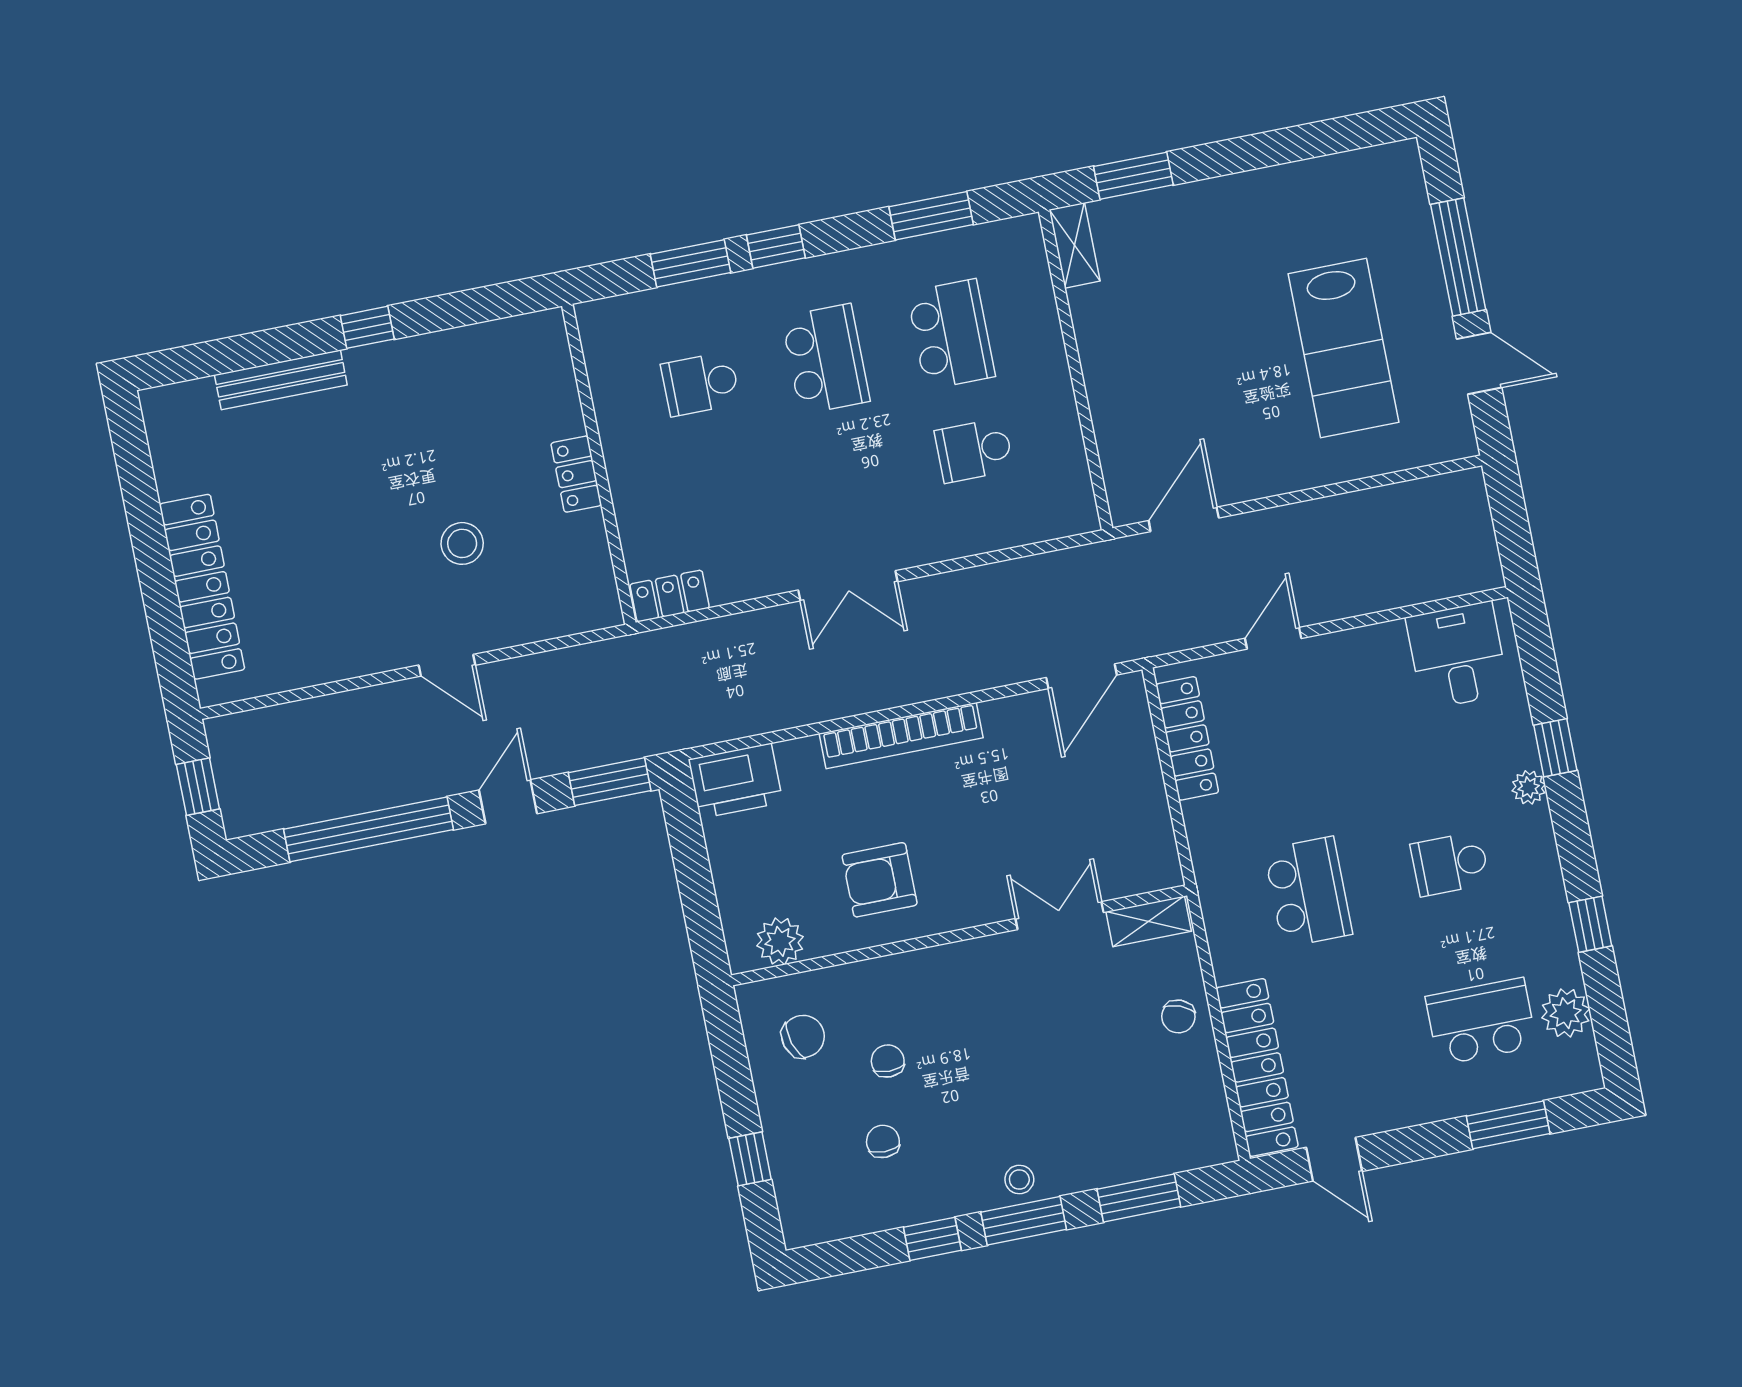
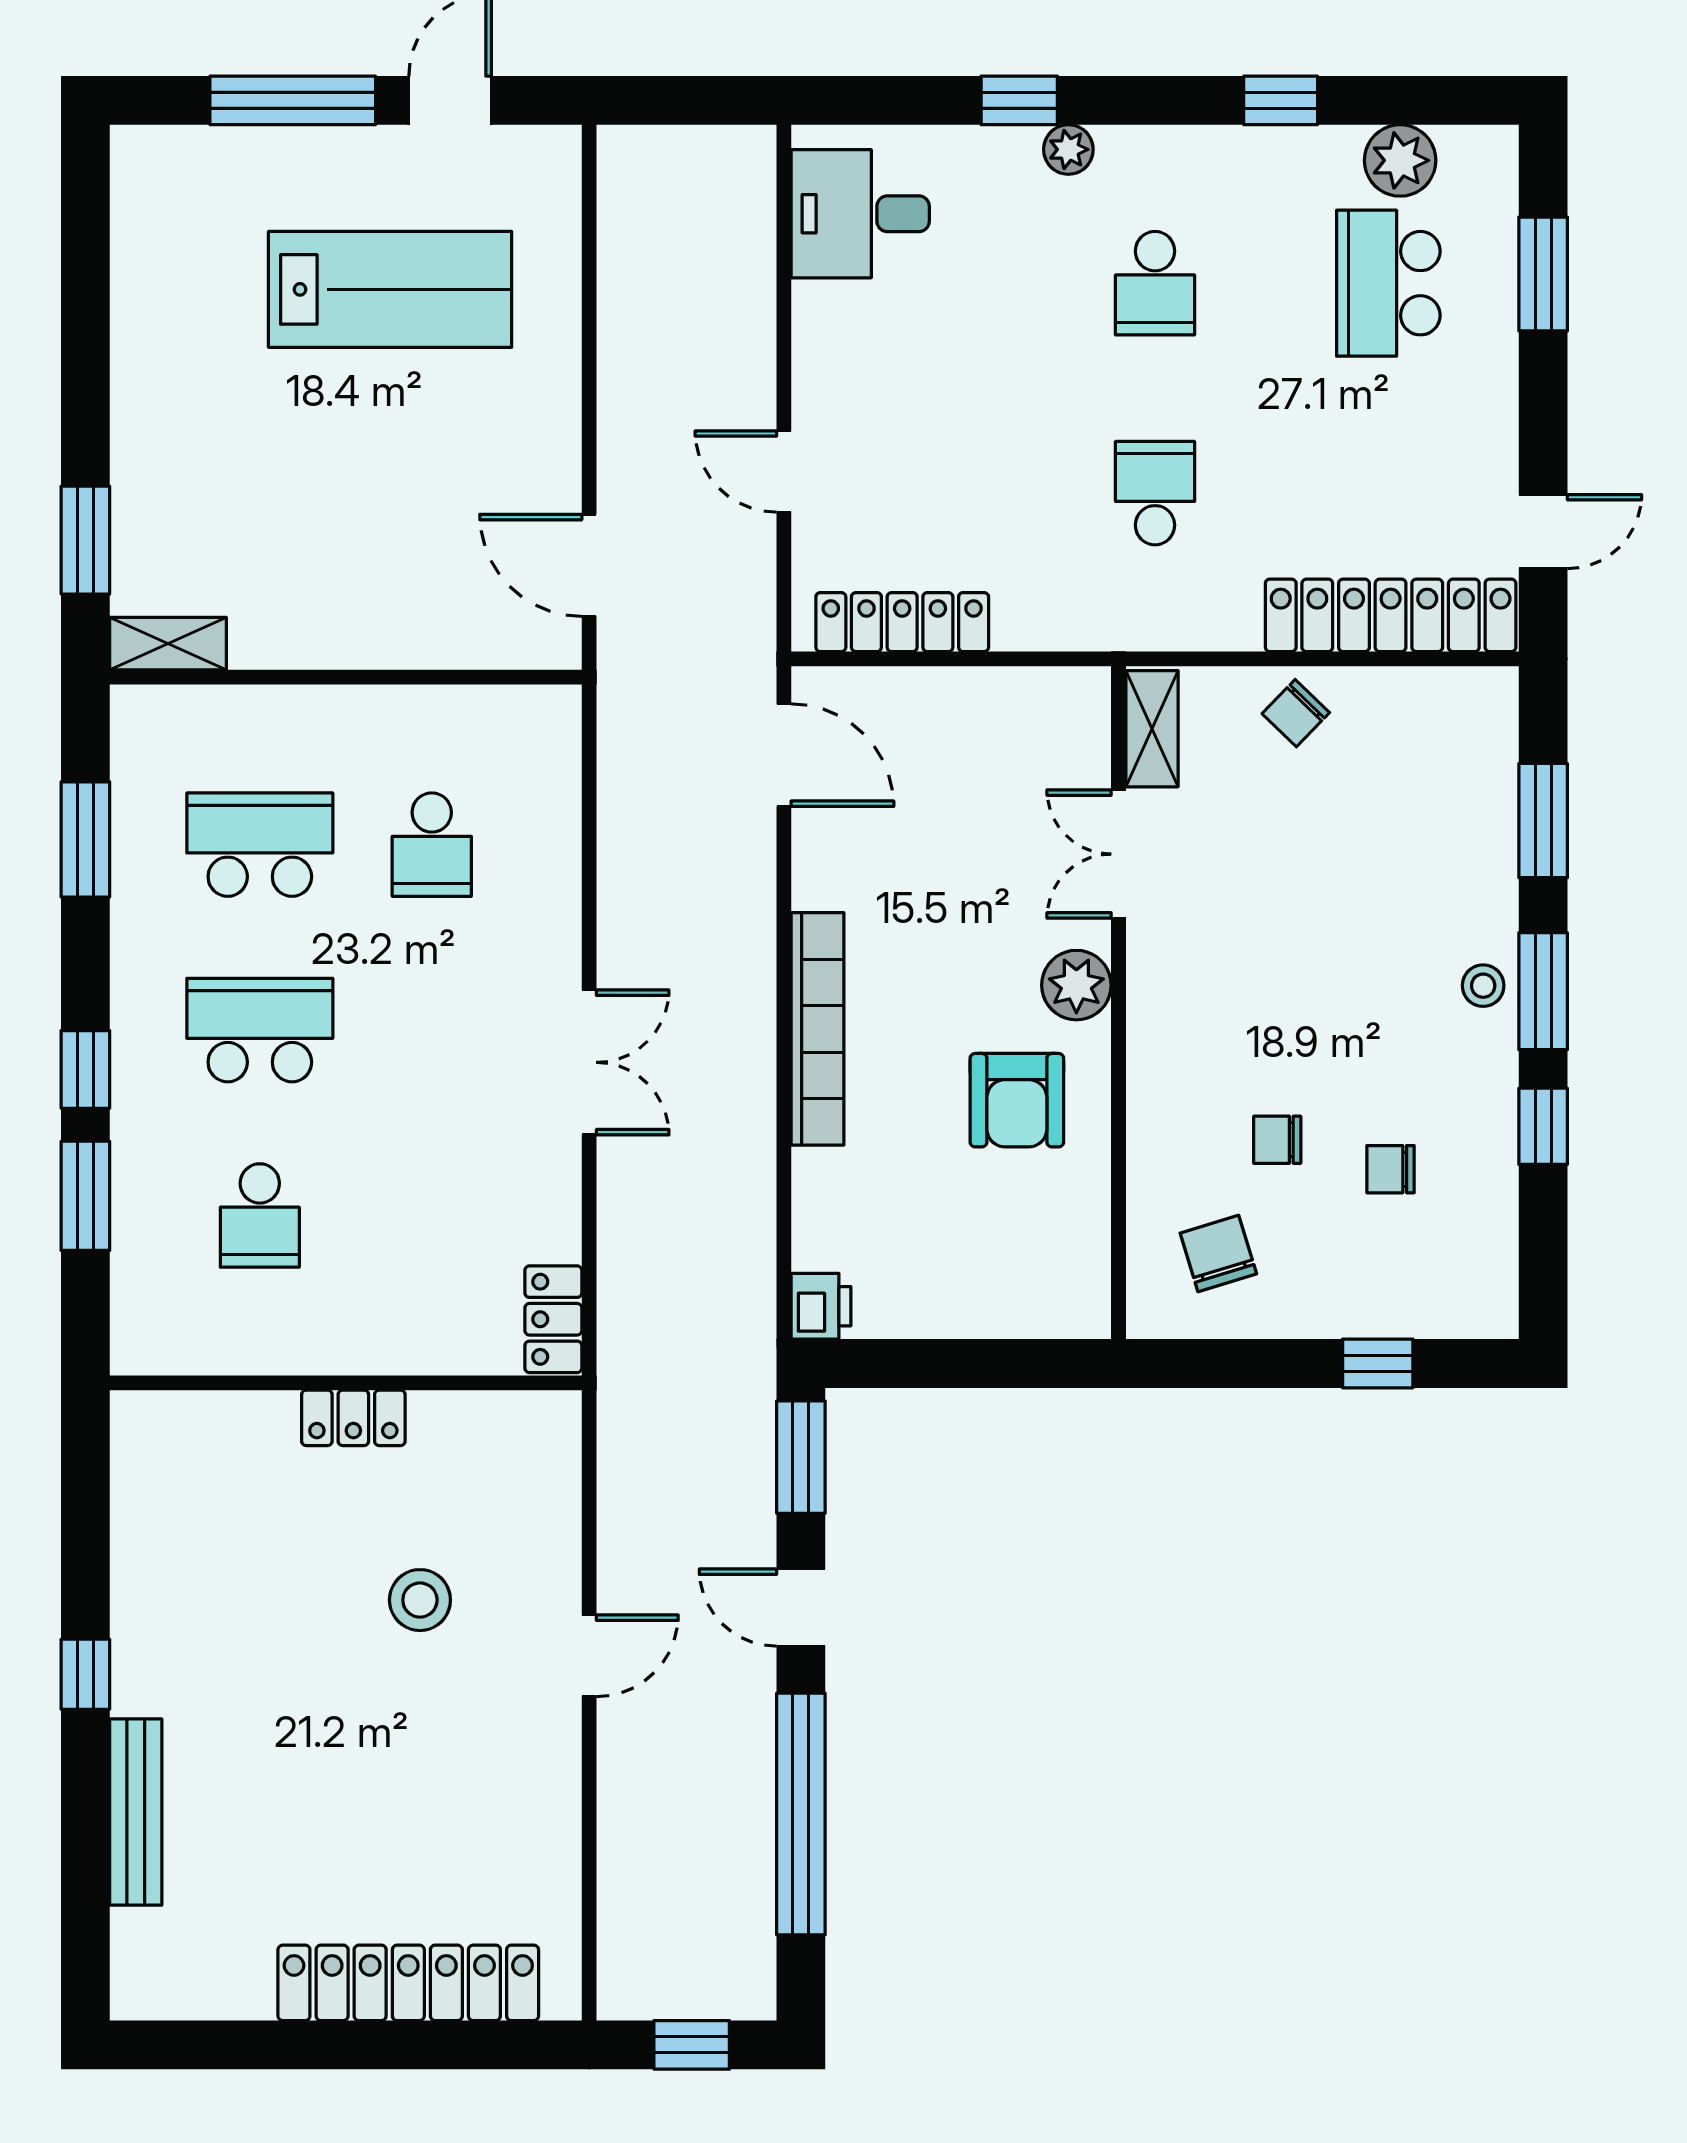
printer: (735, 781) -> (821, 1306), width x0.53, depth x0.68
school desk: (1308, 892) -> (1155, 493), width x0.54
plant: (780, 941) -> (1076, 985), moved
chair: (1178, 1016) -> (1296, 713), turned 113

